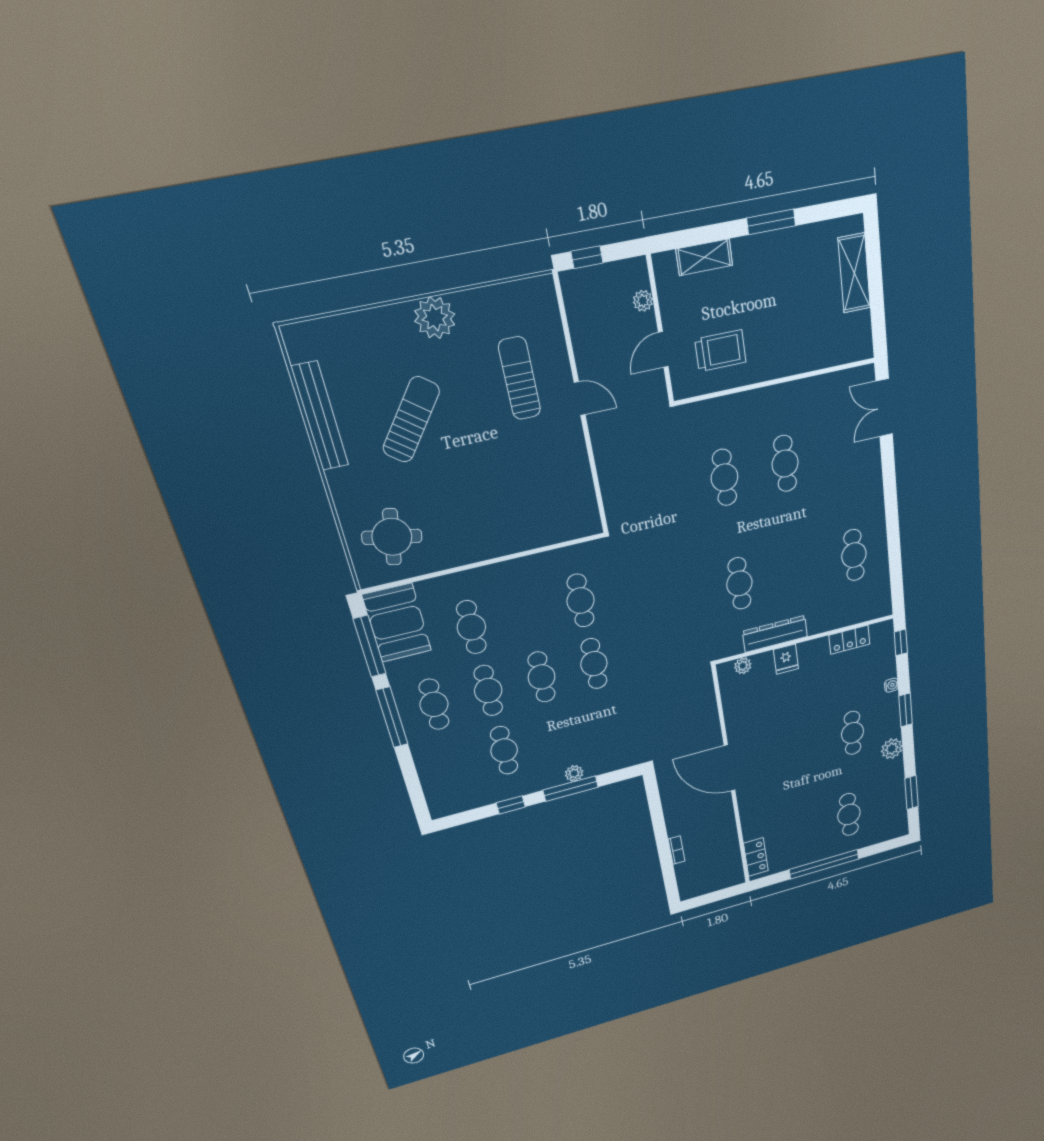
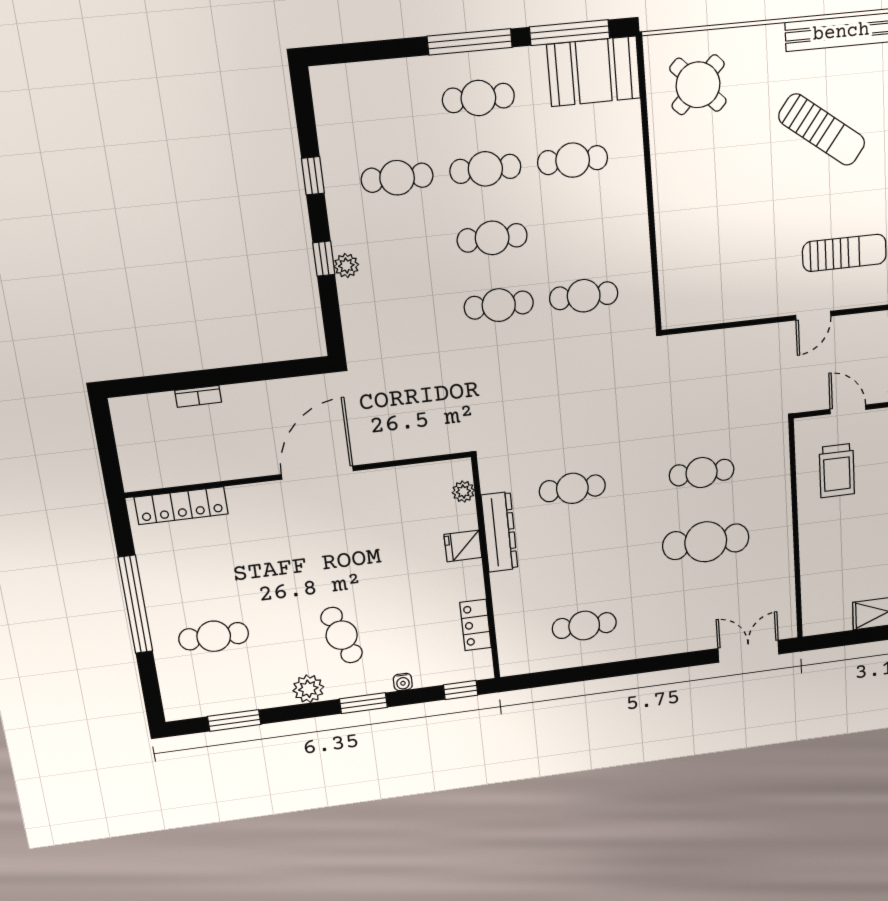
cafe table: (785, 464) -> (706, 542), width x1.37, depth x1.35
round table: (392, 537) -> (698, 85), turned 34
cafe table: (852, 733) -> (342, 635), turned 68
window: (571, 789) -> (324, 259), width x0.46
locker: (756, 857) -> (181, 506), width x1.53

